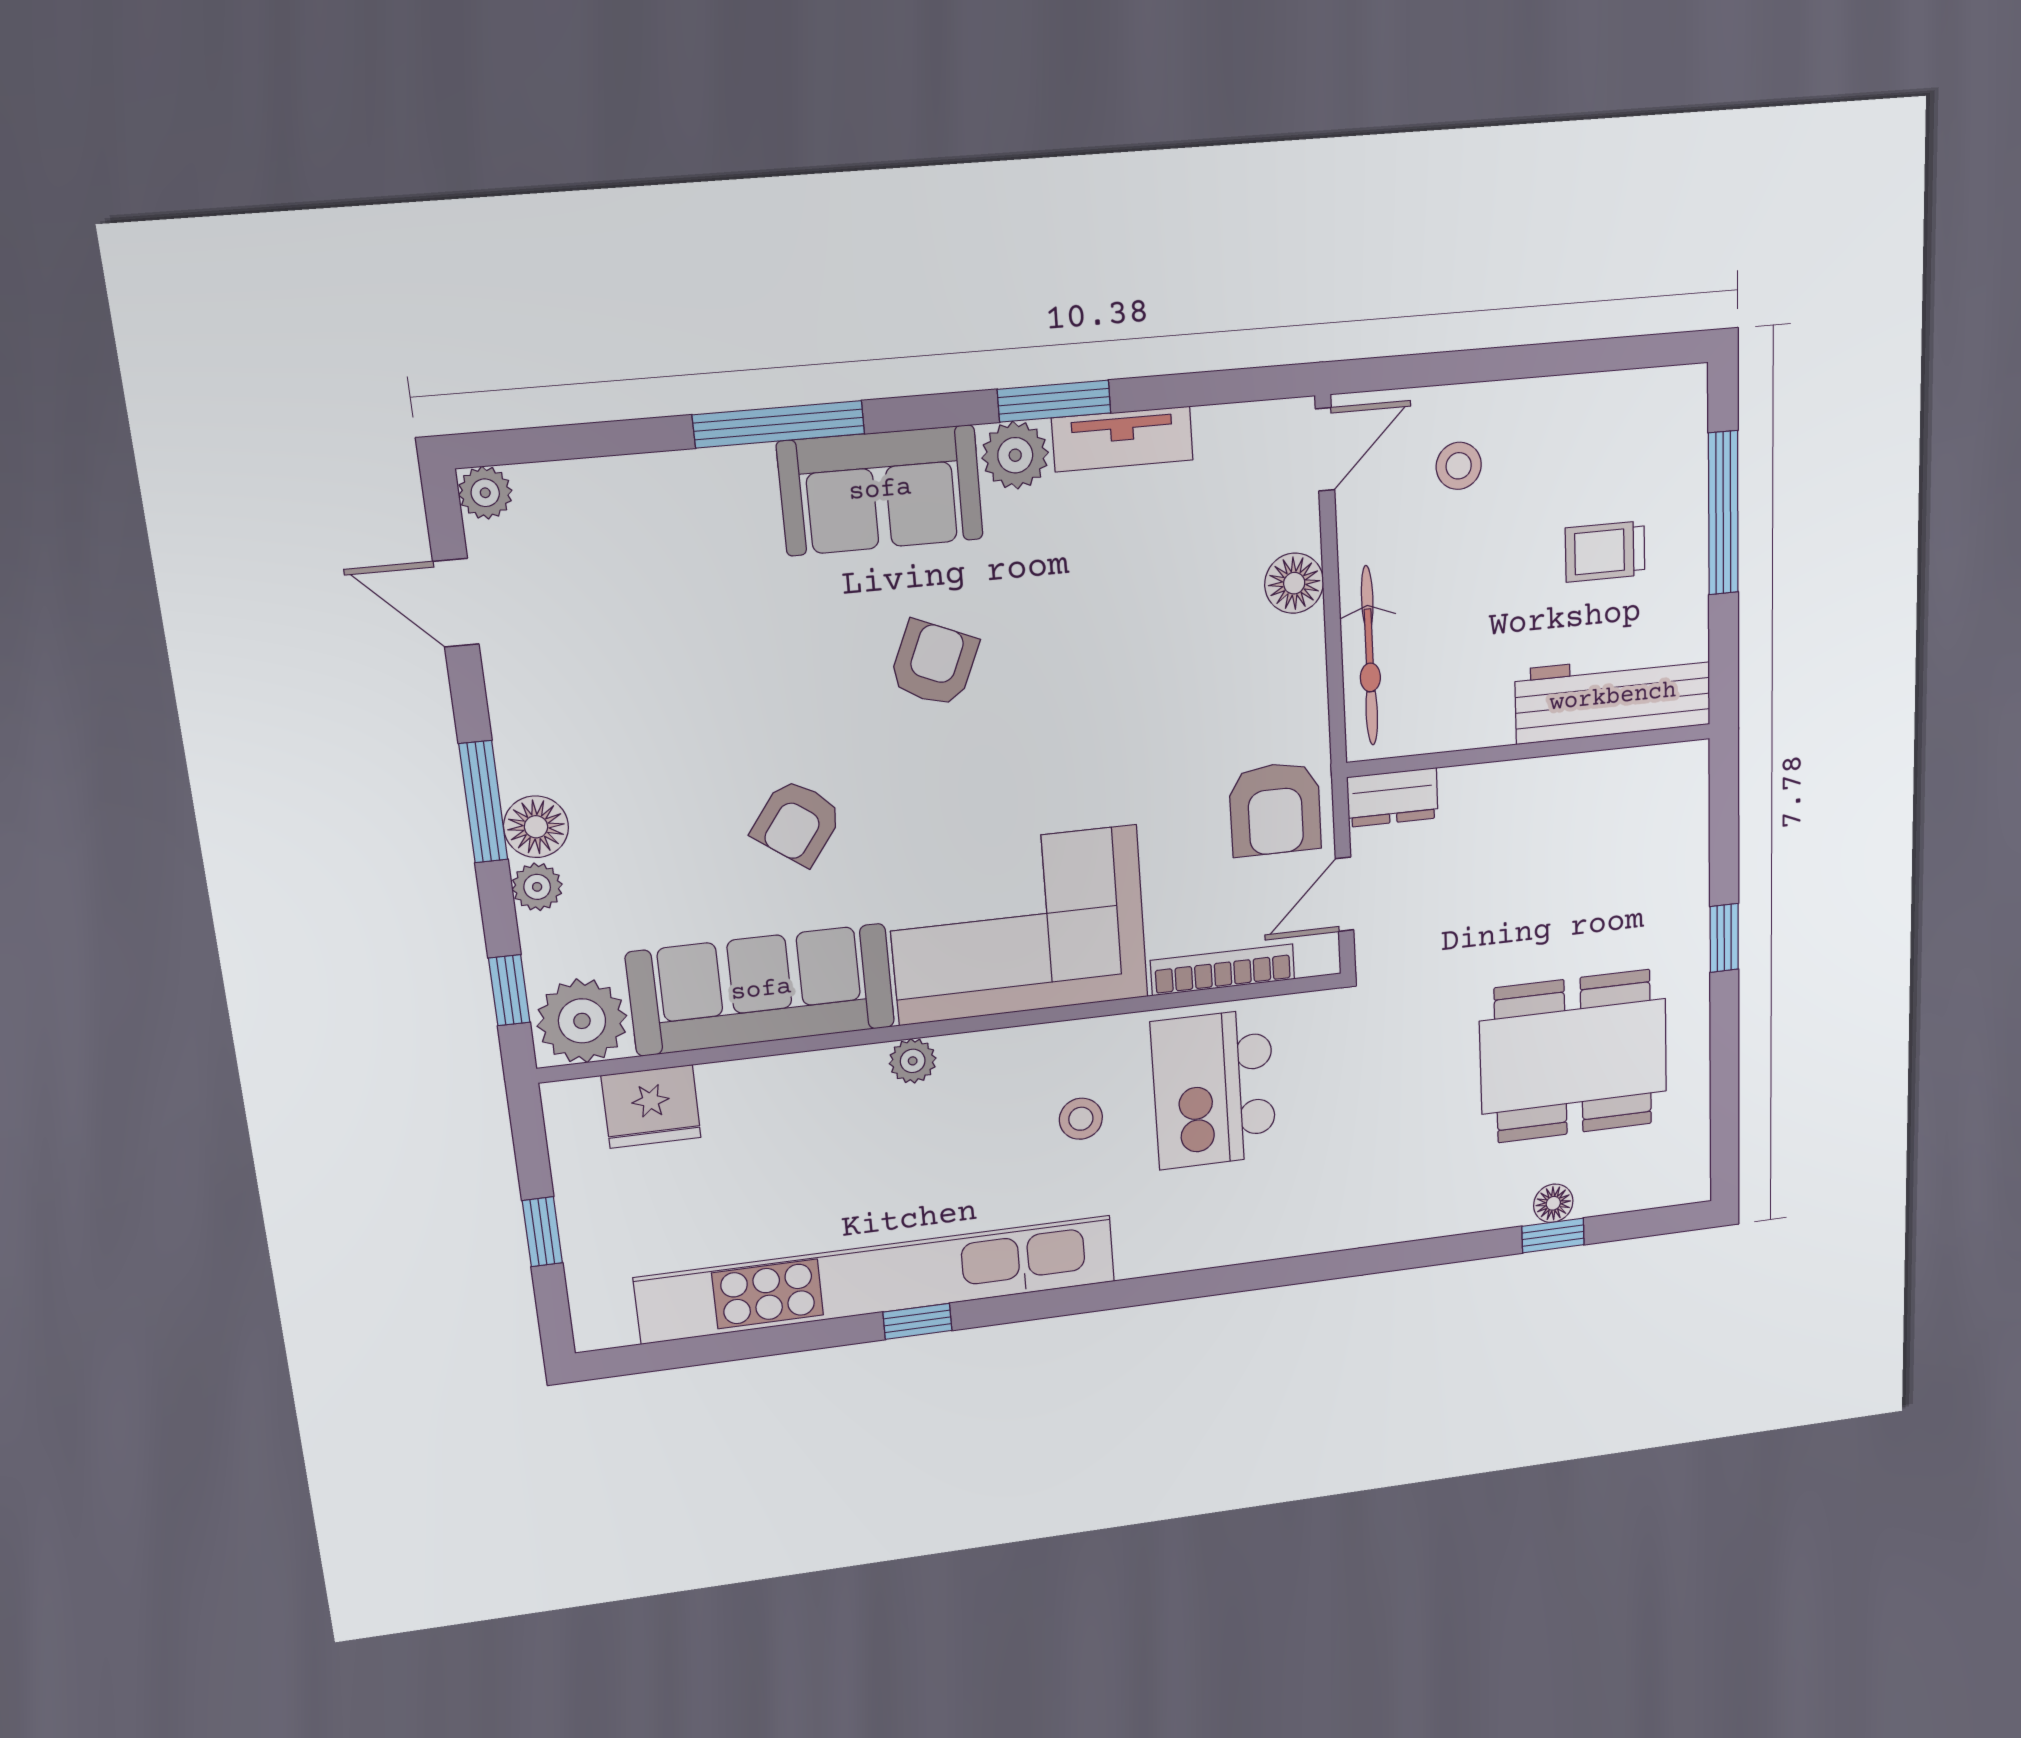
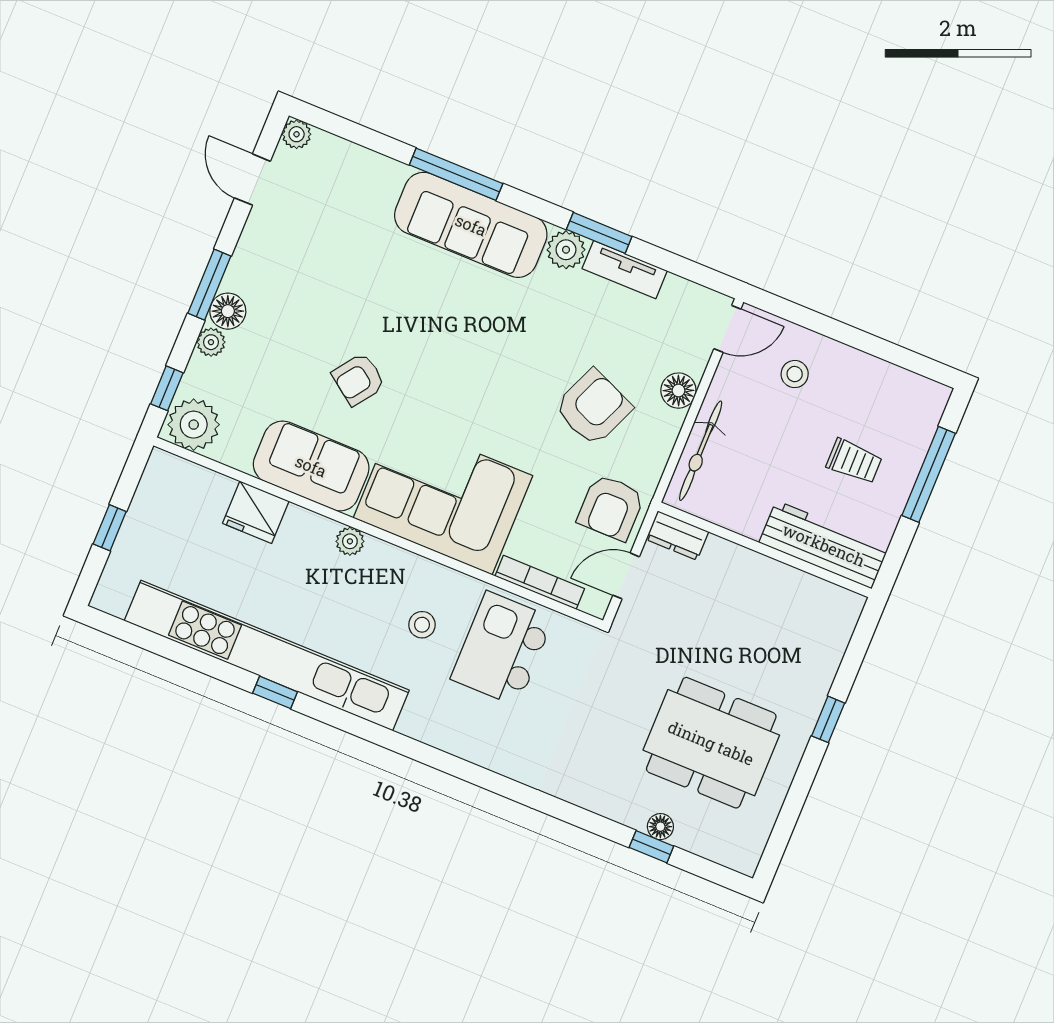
sofa: (880, 490) -> (471, 225), width x1.36
trolley: (1605, 551) -> (854, 461), turned 180
armchair: (934, 664) -> (593, 408), moved, width x1.38, depth x1.38
sofa: (761, 990) -> (311, 466), width x0.73
fridge: (651, 1107) -> (256, 512), moved

